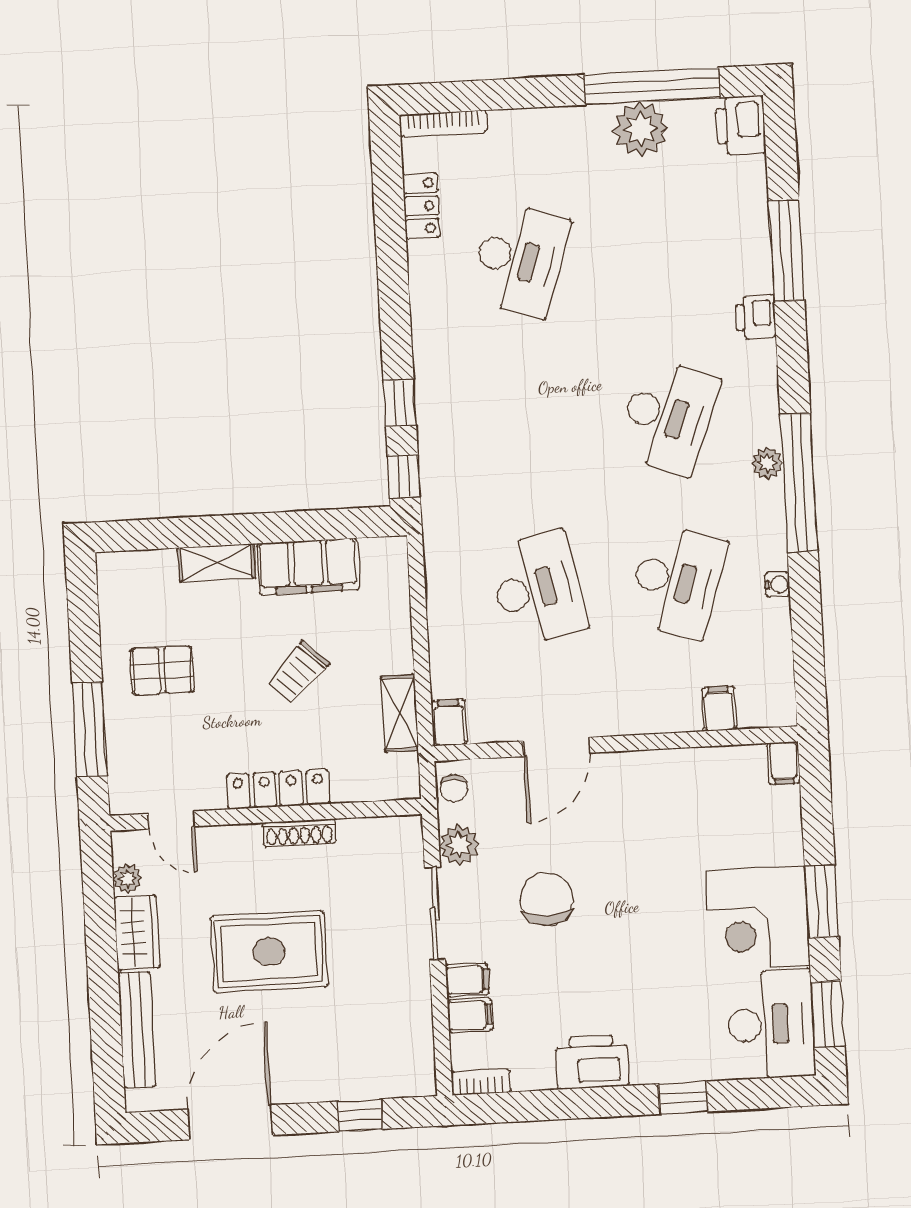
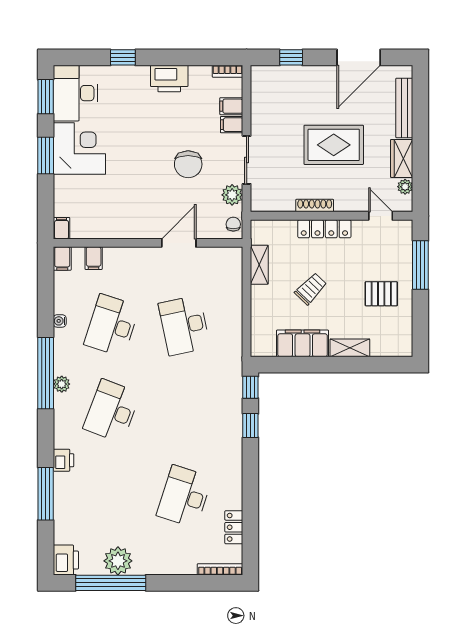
filing cabinet: (449, 723) -> (62, 259), moved

